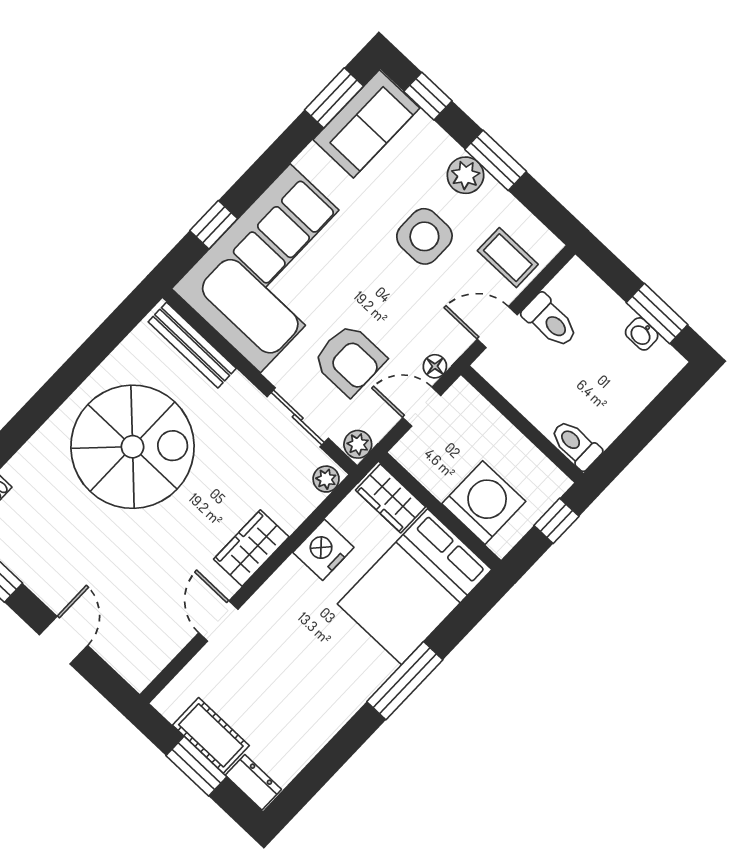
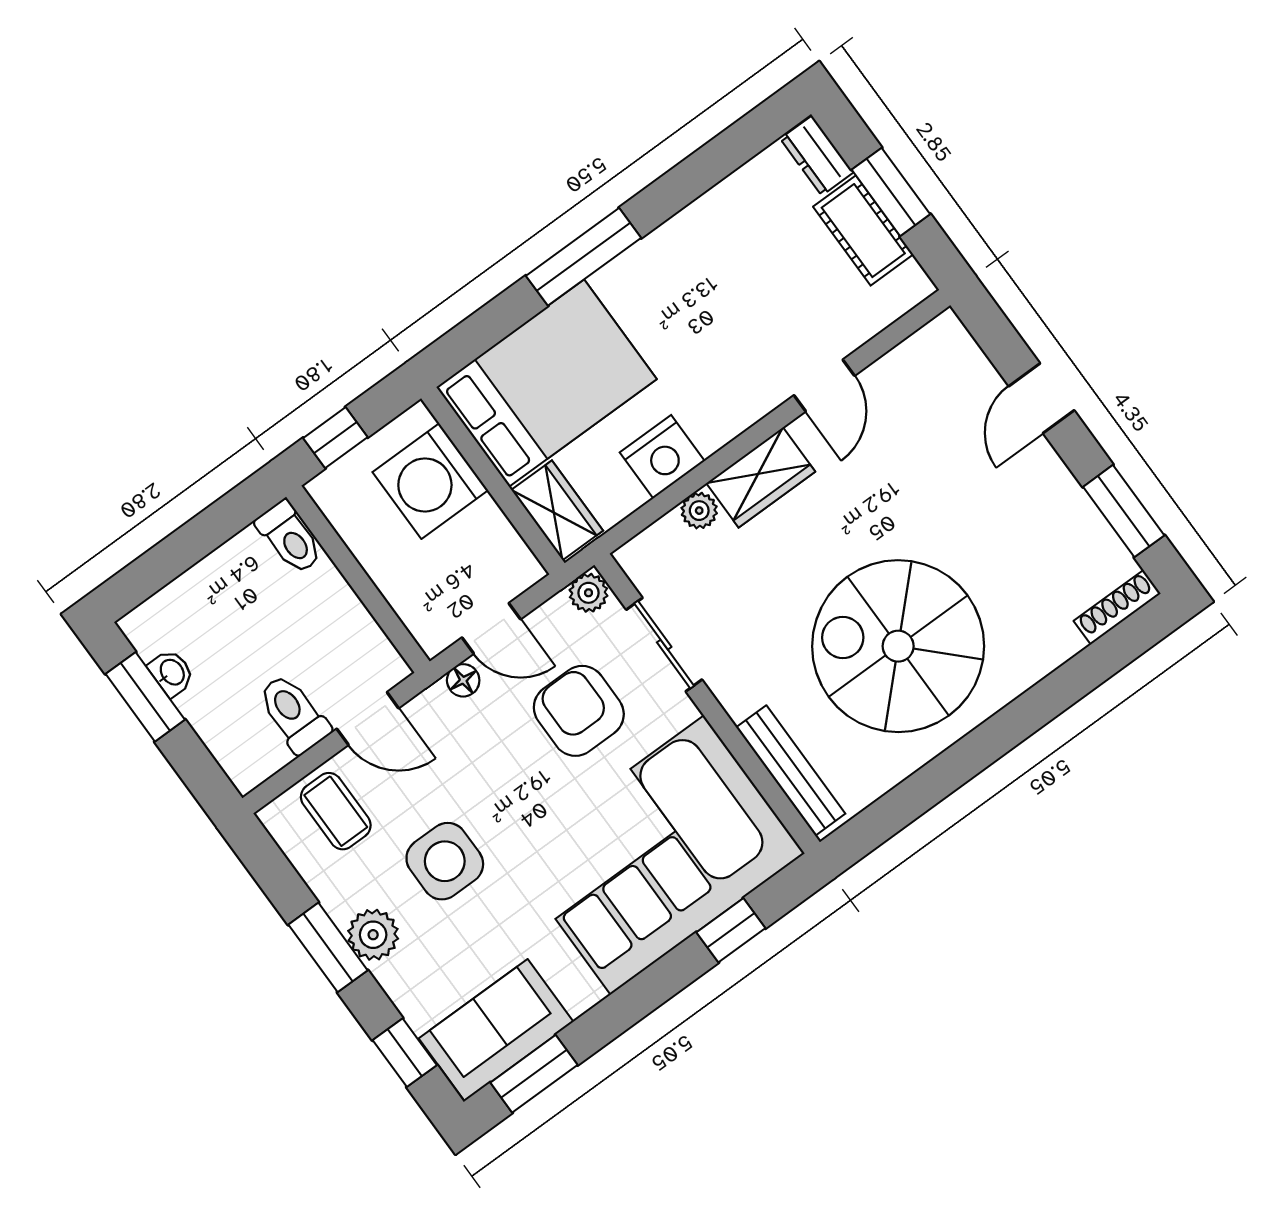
plant: (326, 479) -> (699, 511), moved

